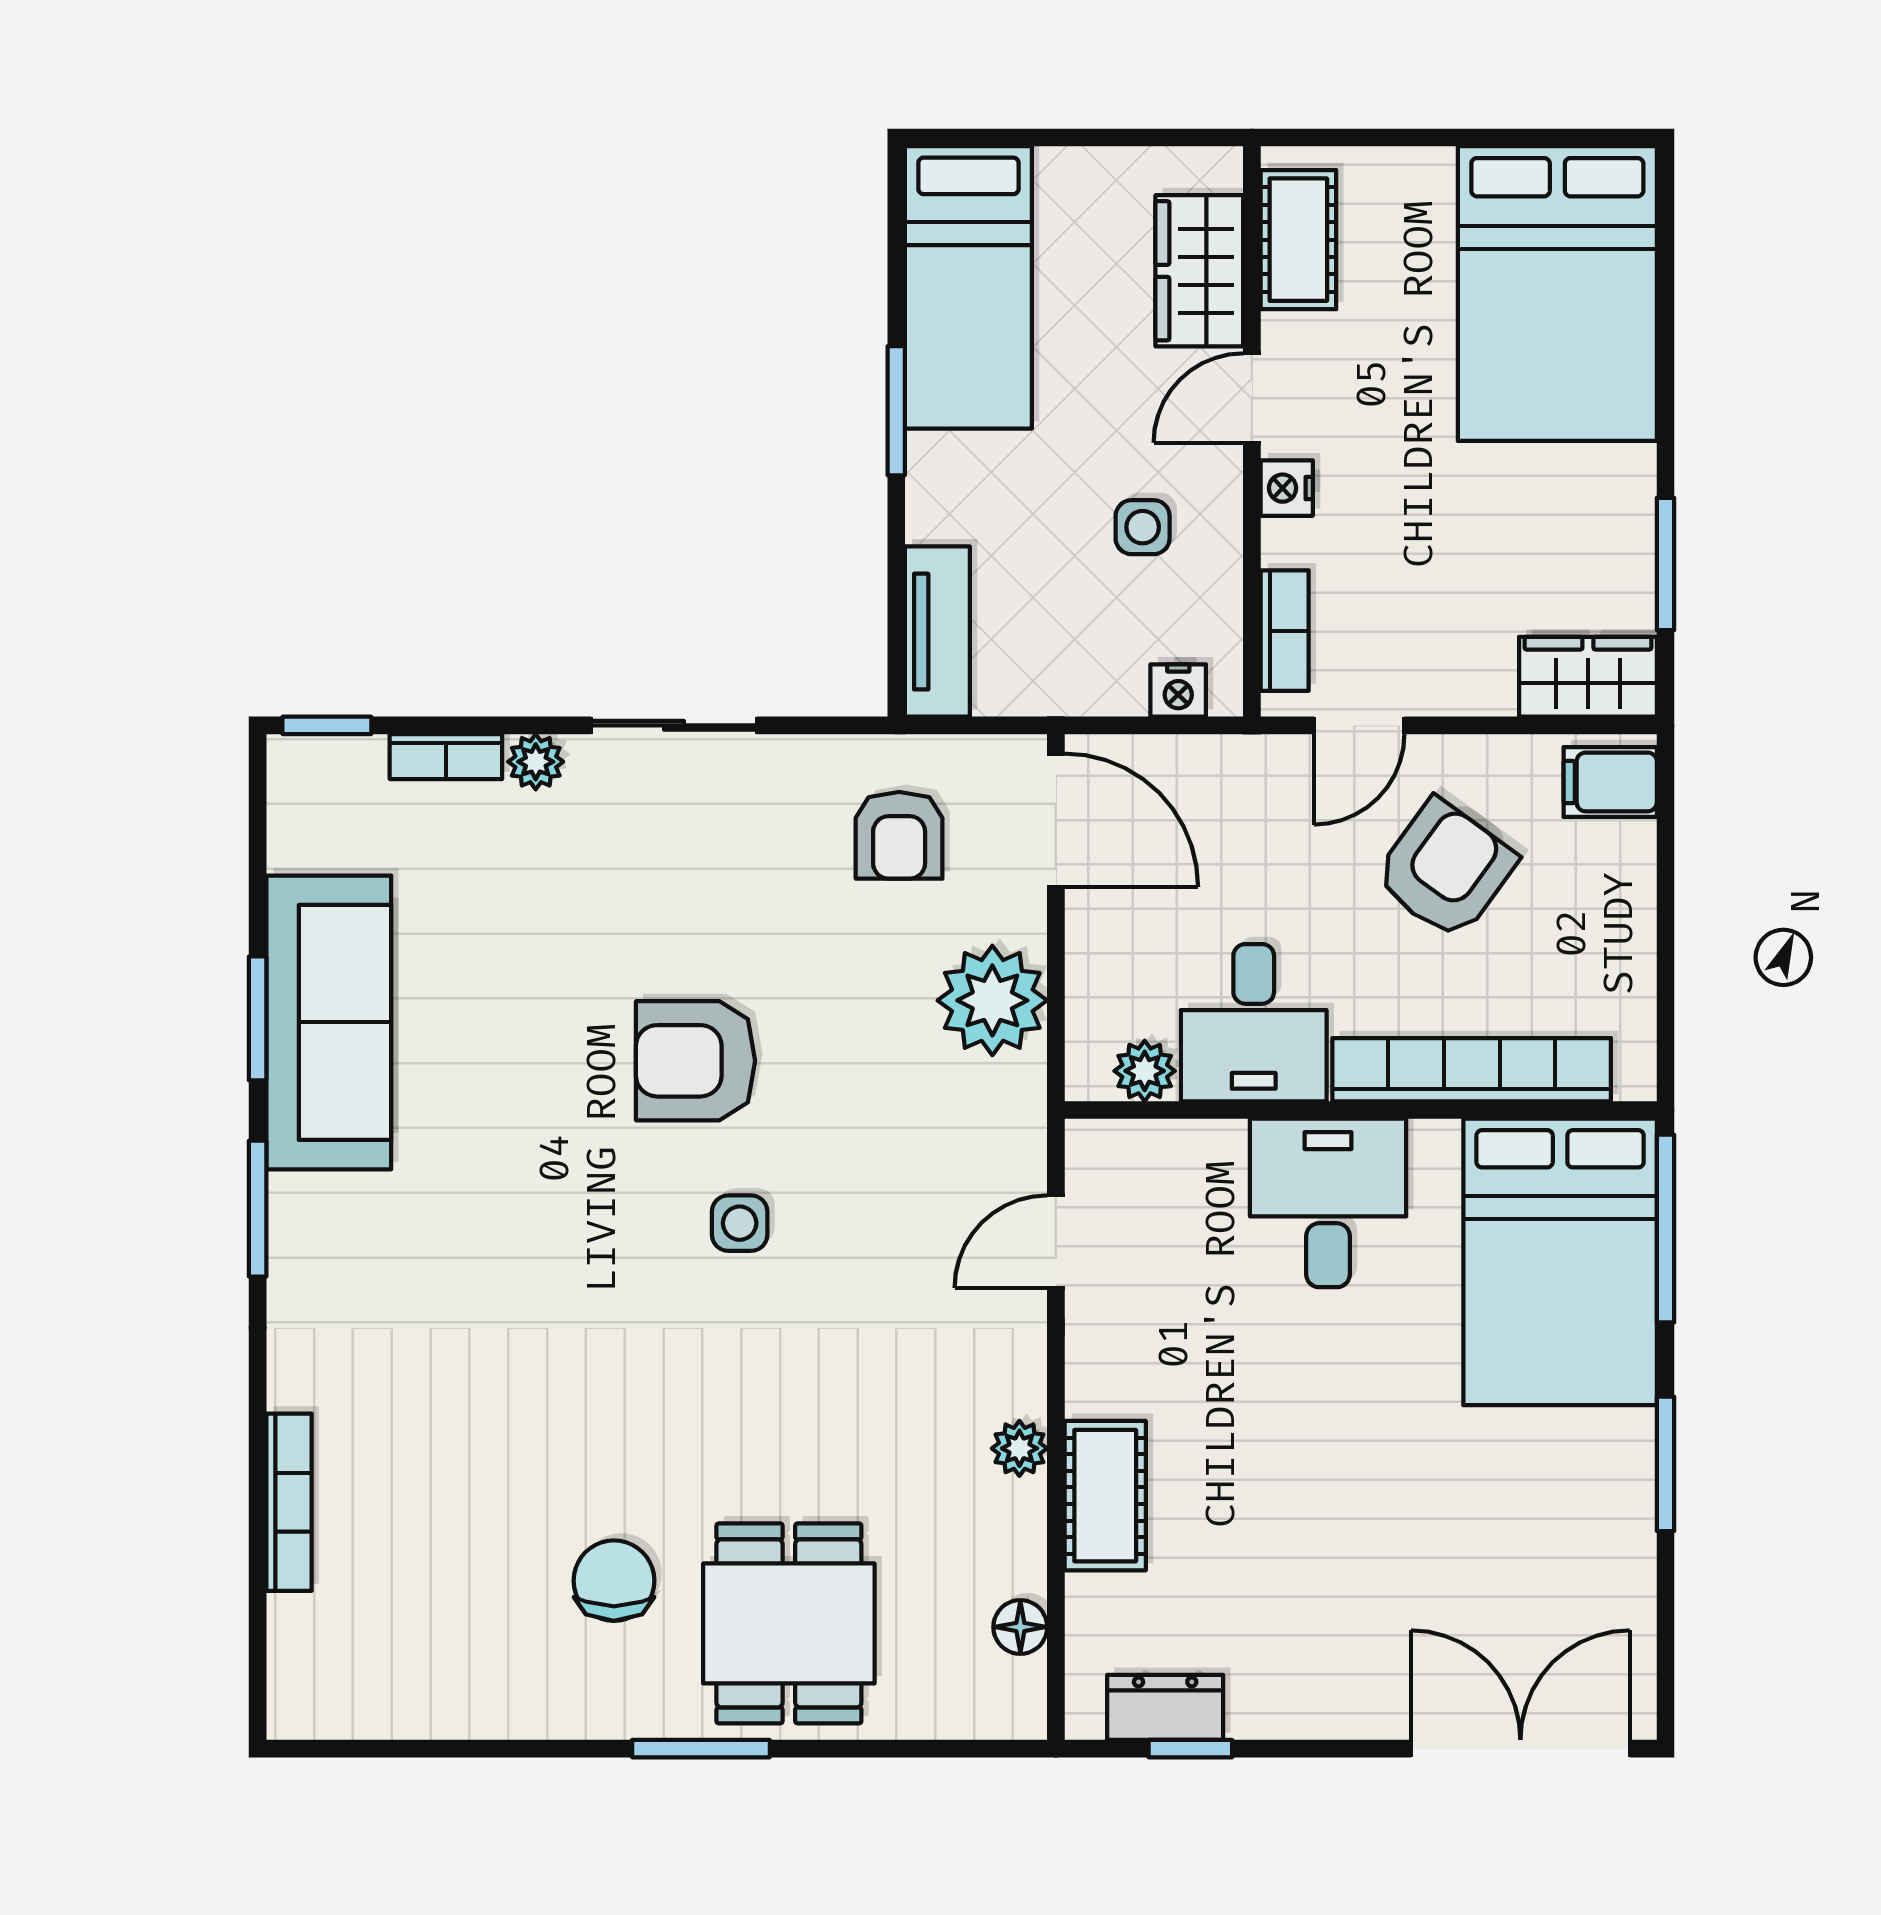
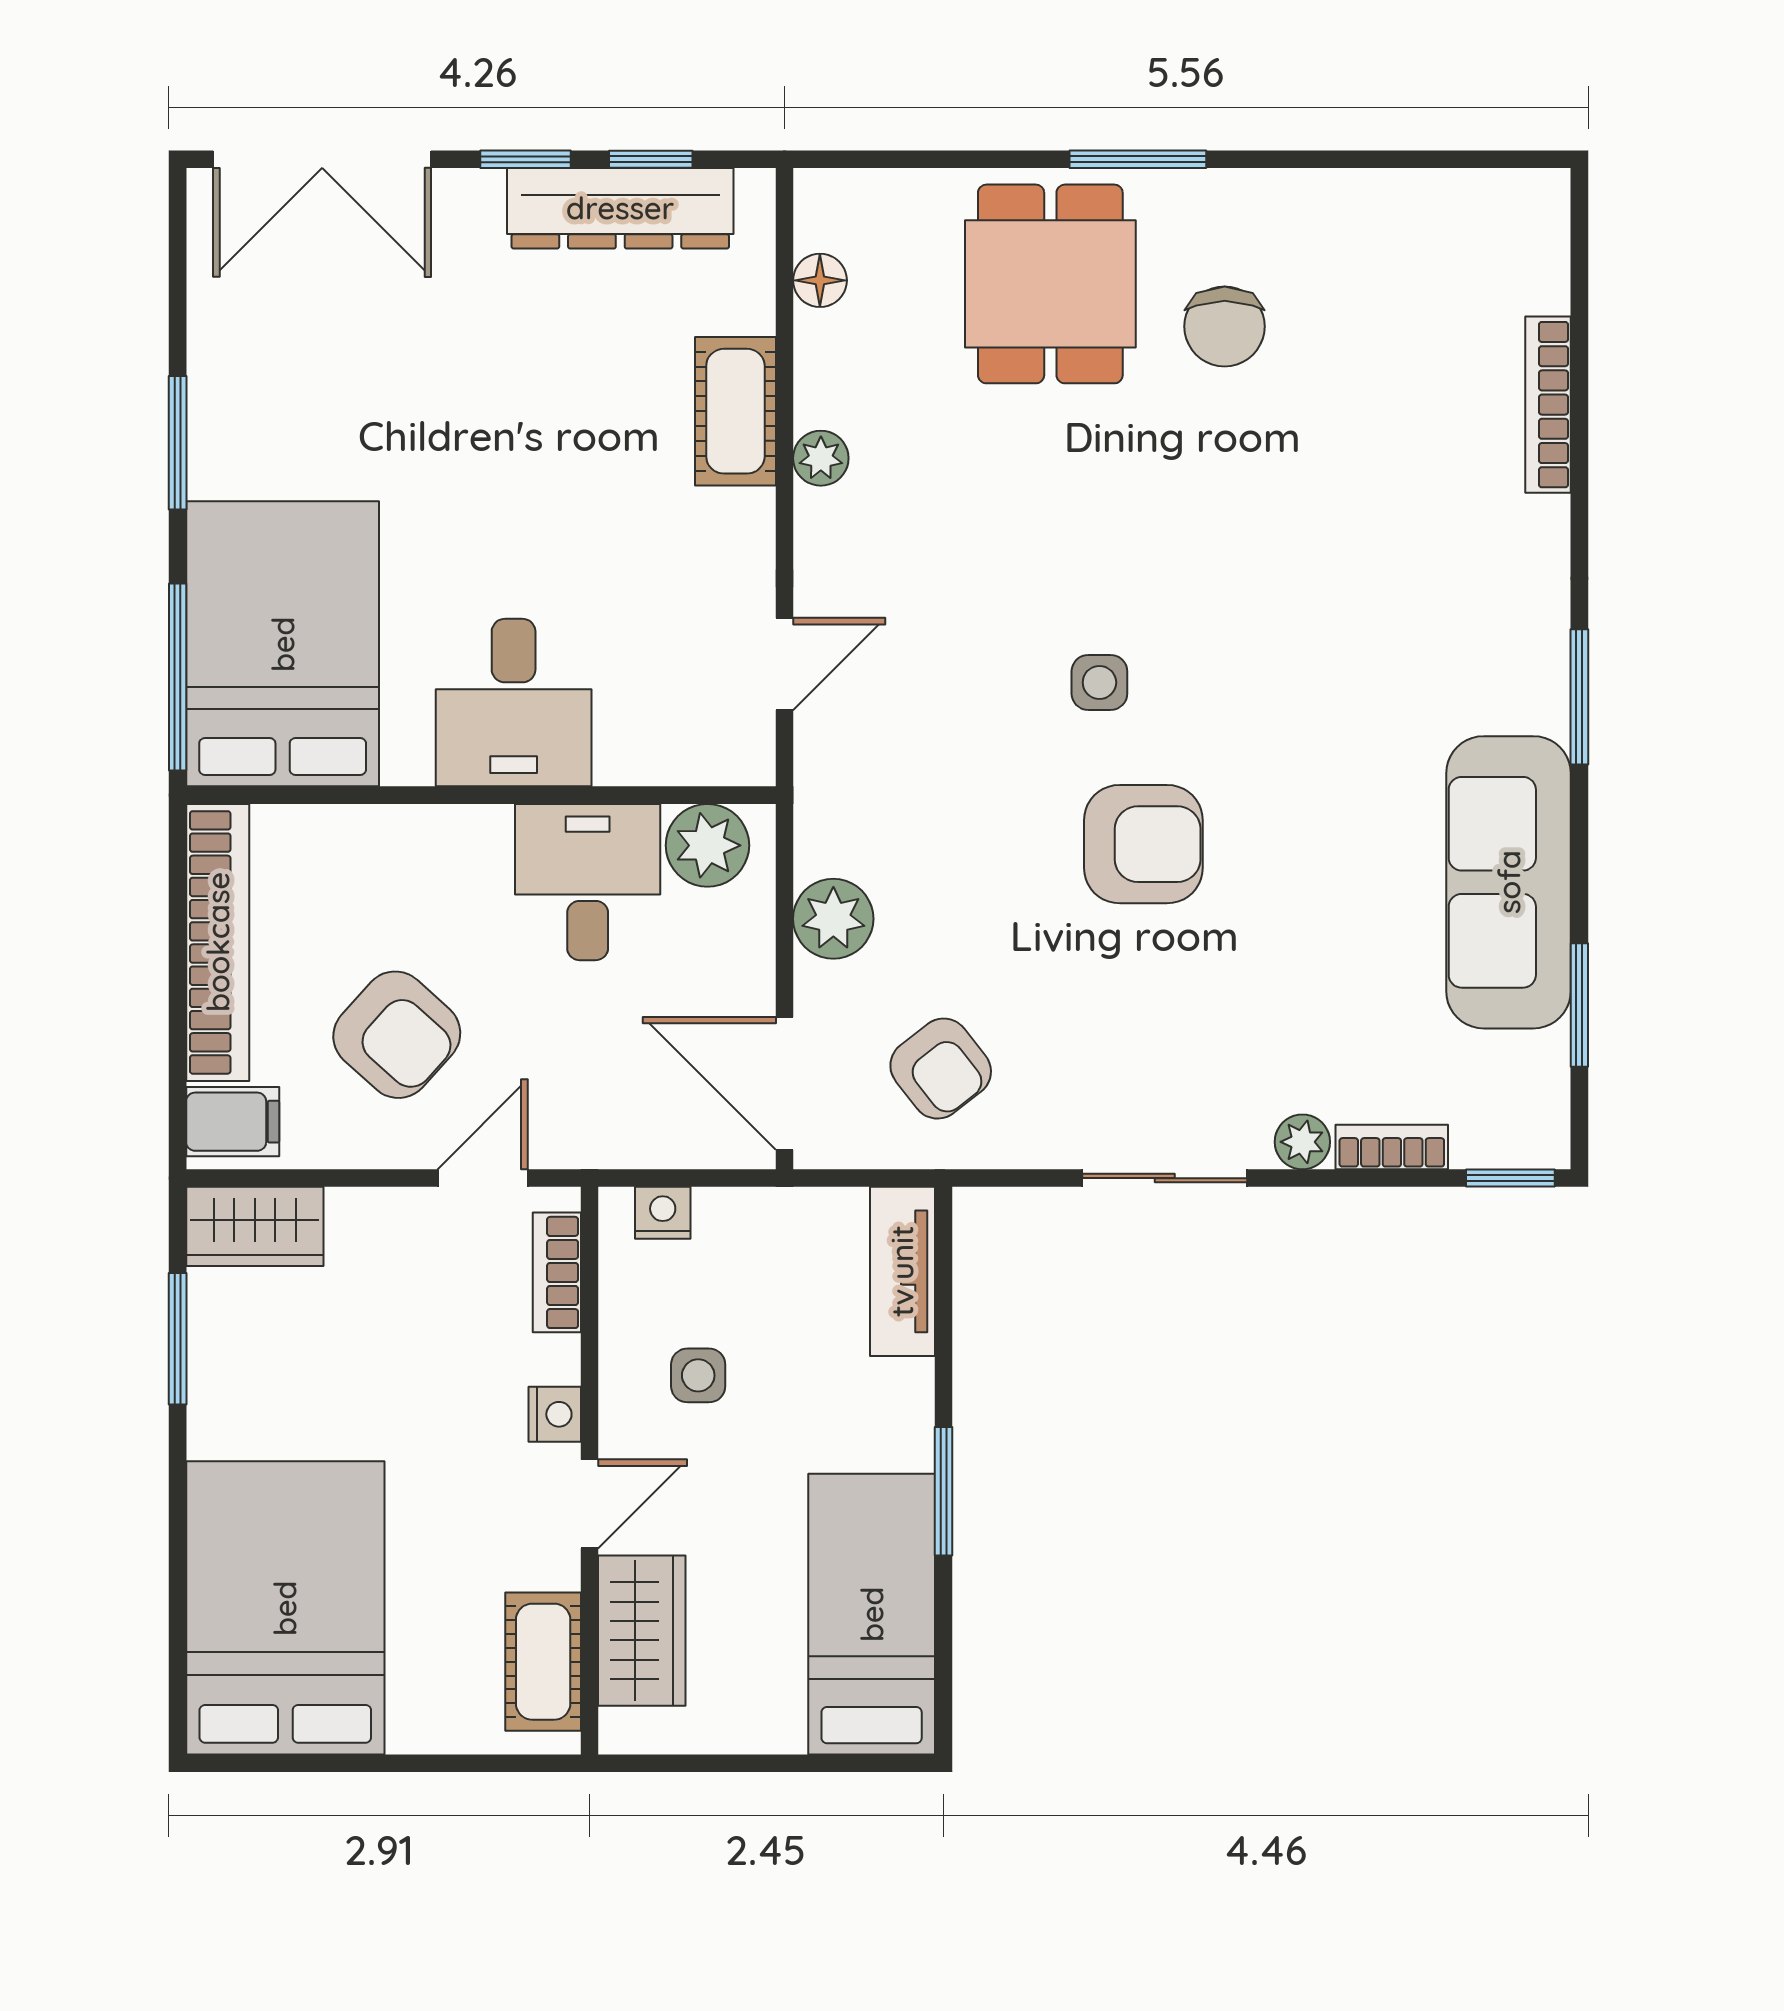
armchair: (899, 835) -> (941, 1069), turned 142
armchair: (1445, 869) -> (397, 1035), turned -84
plant: (992, 1000) -> (833, 919), width x0.73, depth x0.73
window: (258, 1018) -> (1579, 1005), moved
bookcase: (1472, 1070) -> (218, 942), moved, turned -90
plant: (1145, 1071) -> (707, 845), width x1.38, depth x1.38
dresser: (1165, 1707) -> (620, 208), width x1.96, depth x1.24
window: (1316, 1749) -> (526, 159), added

